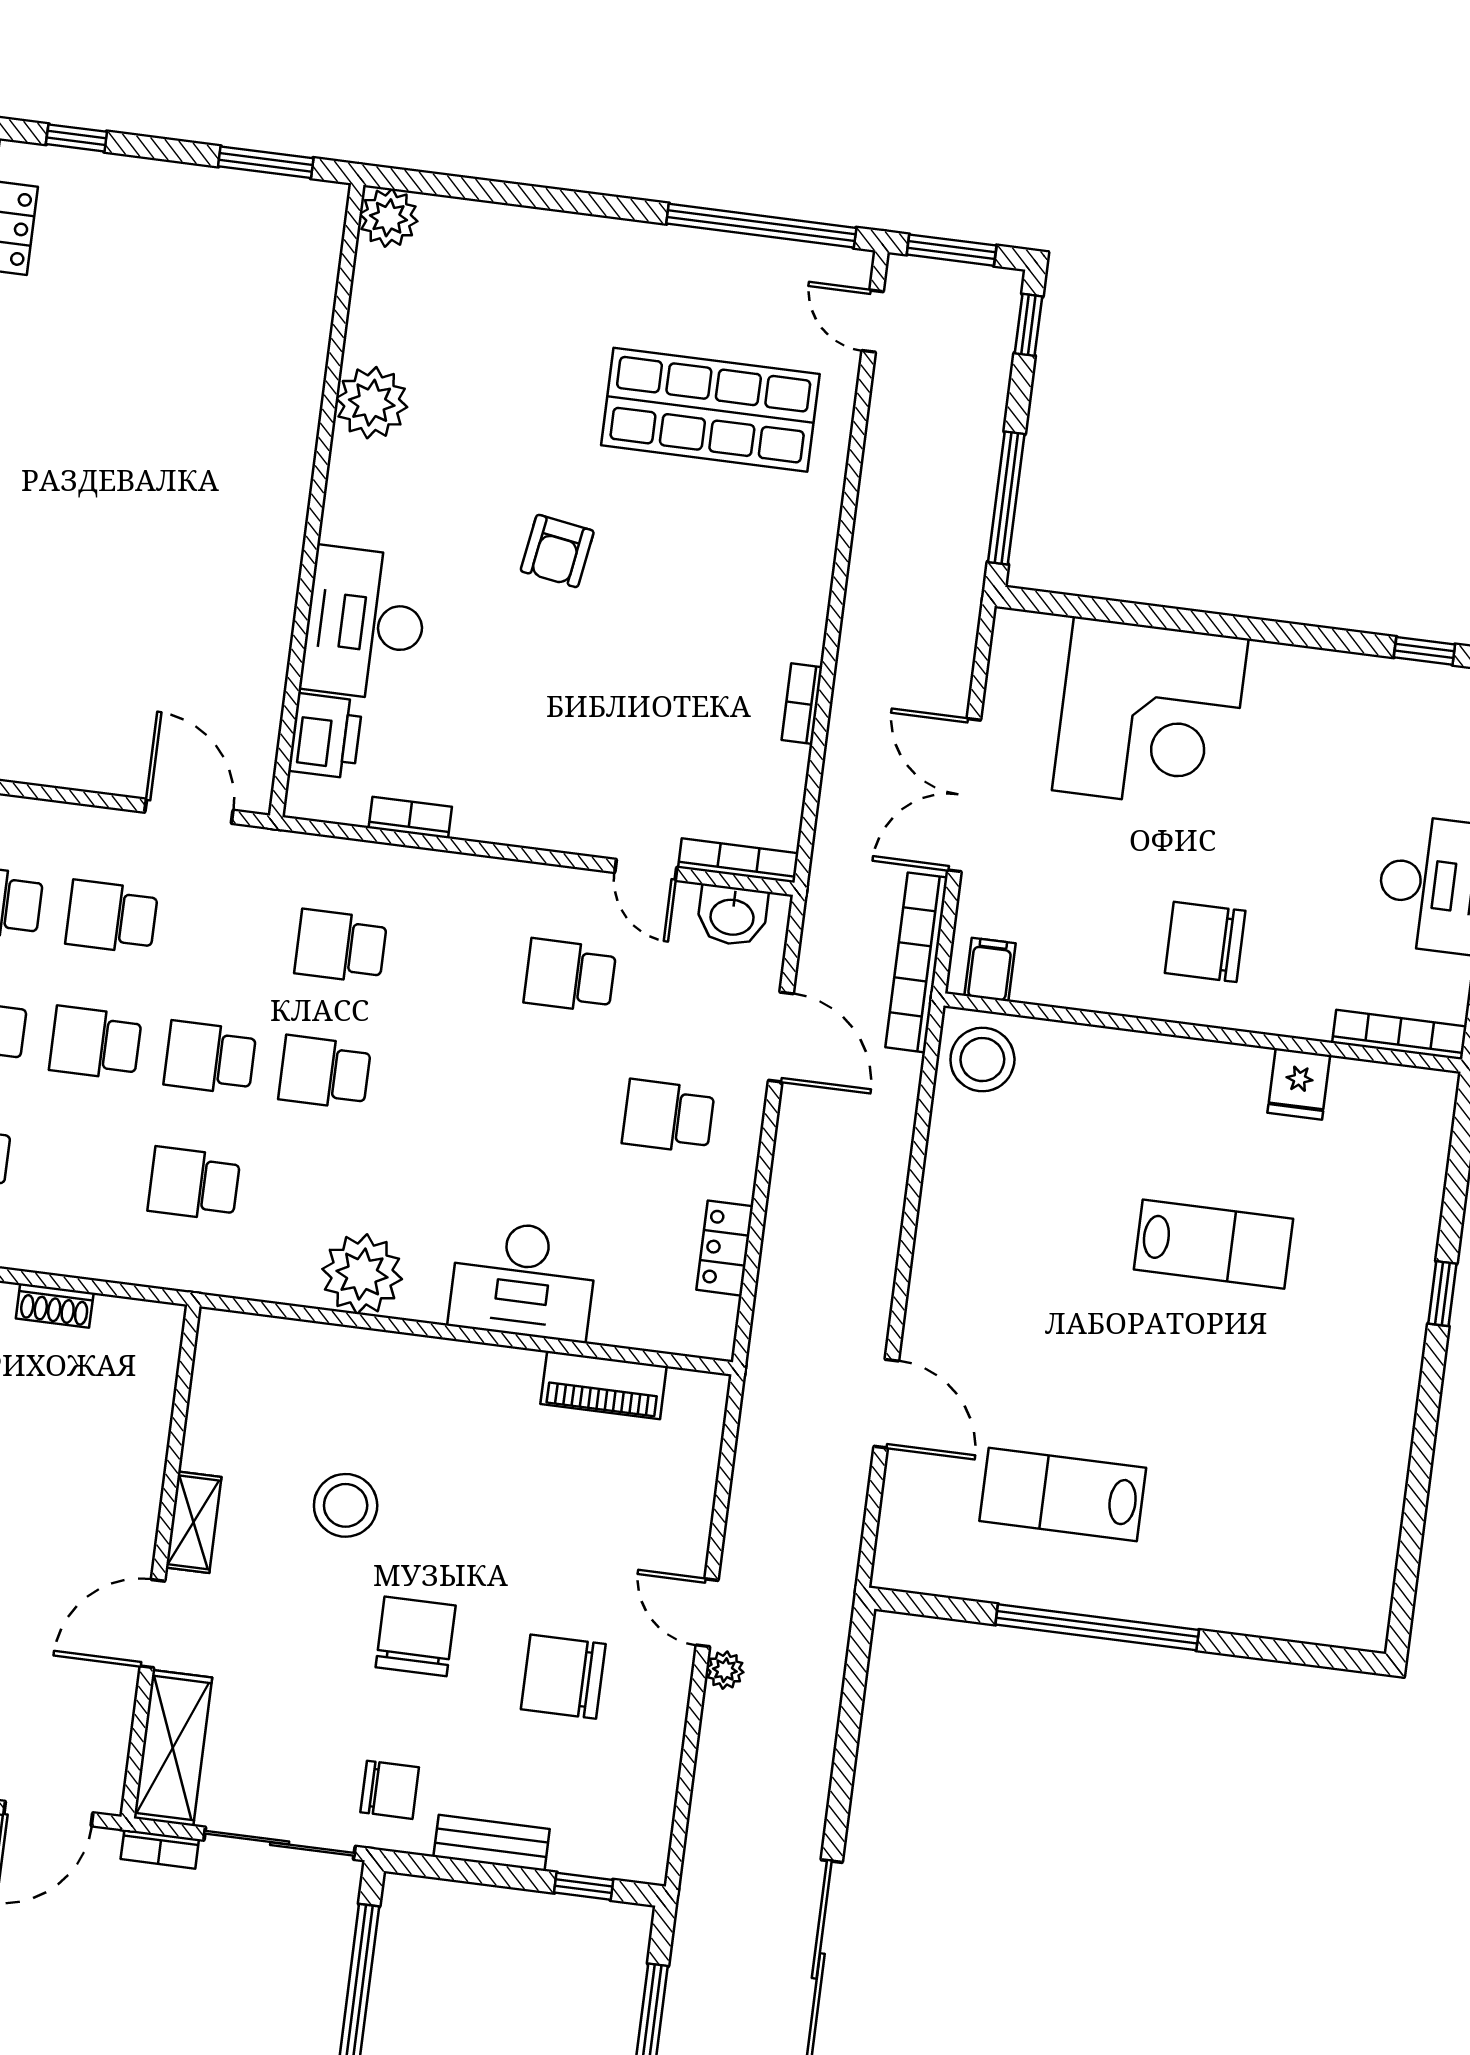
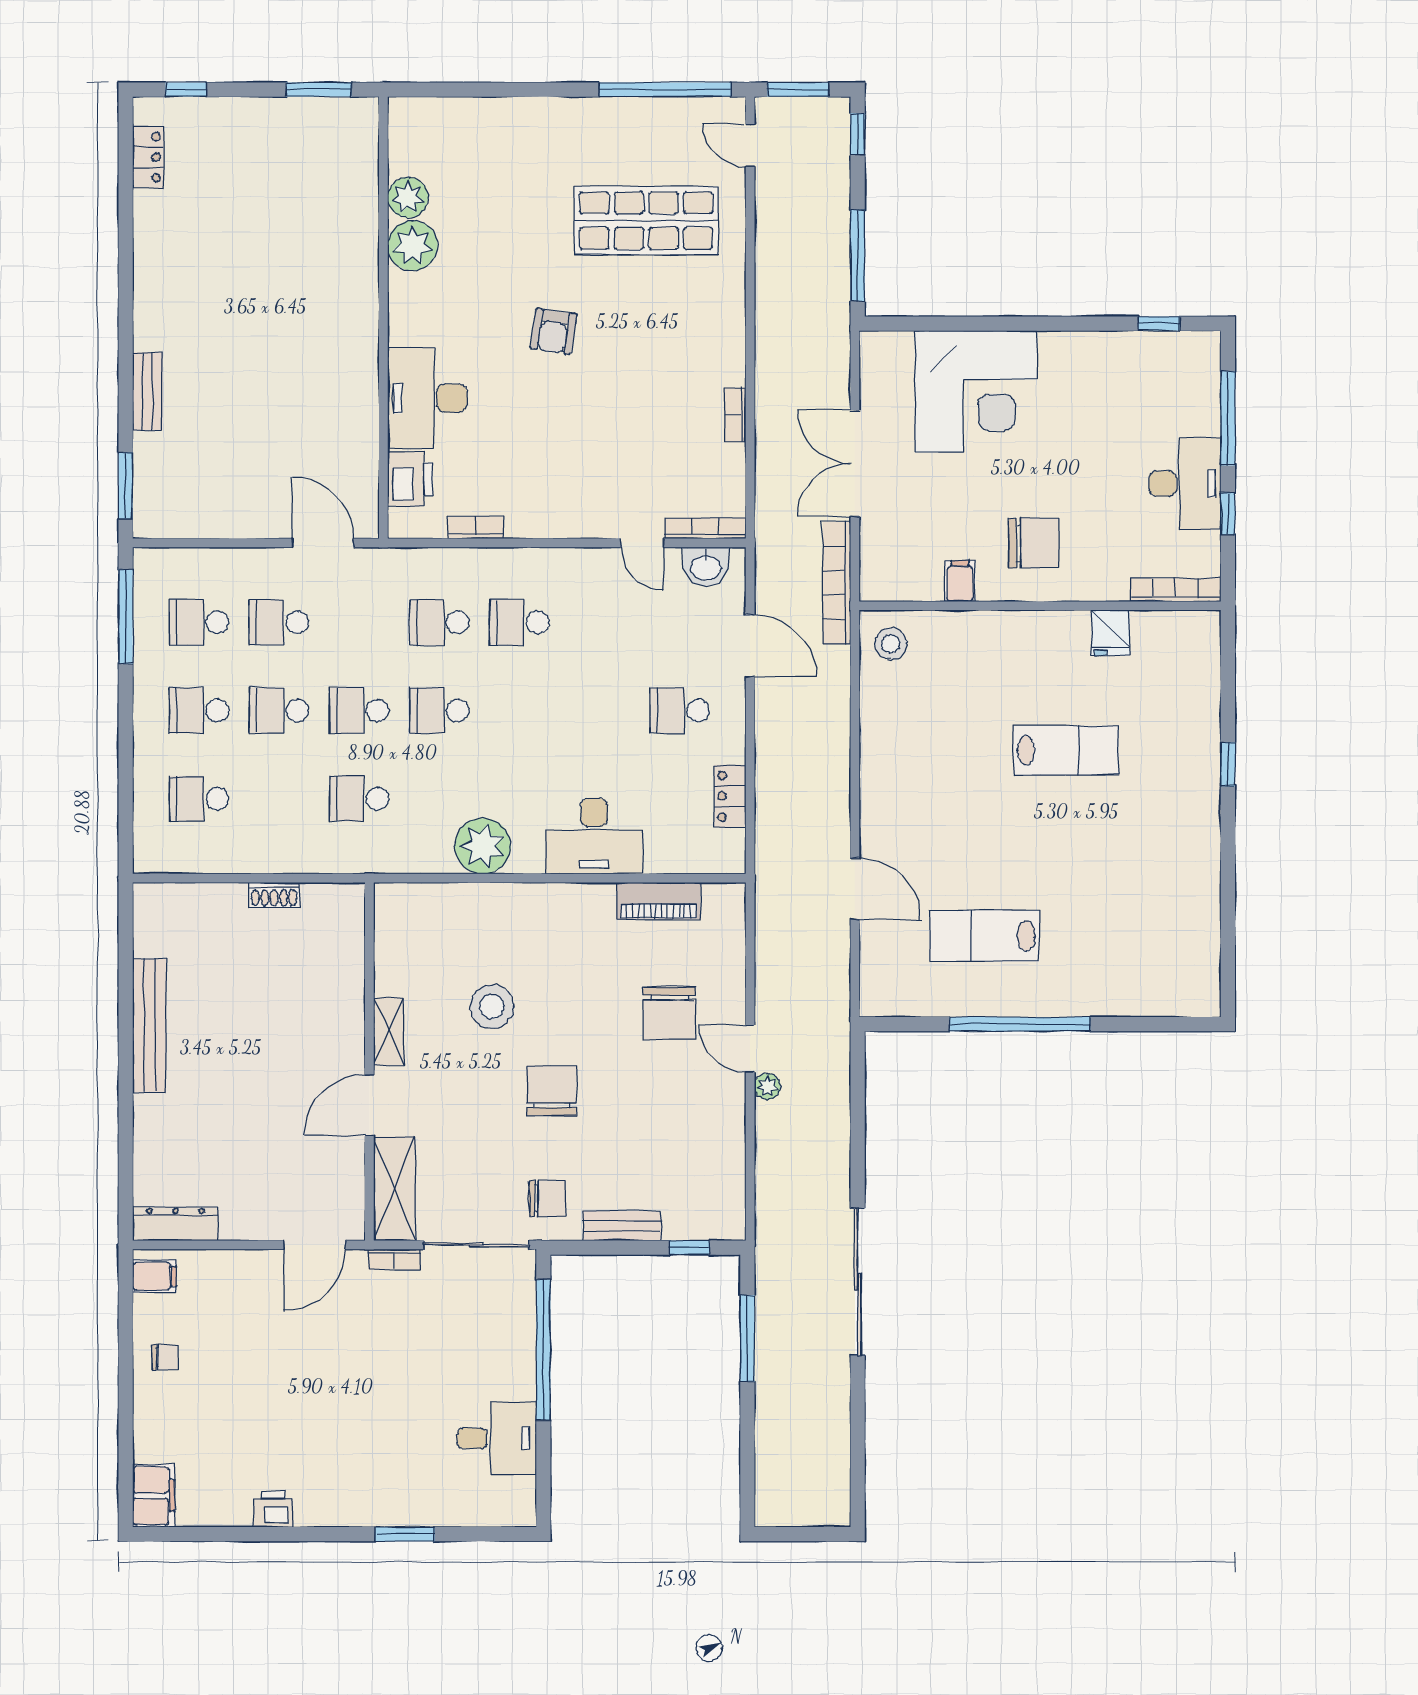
plant: (389, 218) -> (408, 197), moved
chair: (1205, 942) -> (1034, 543), turned 180
filing cabinet: (990, 970) -> (960, 581), moved
school desk: (570, 976) -> (519, 622), moved
stool: (982, 1060) -> (891, 644), width x0.73, depth x0.73
chair: (563, 1677) -> (669, 1013), moved, turned -90

